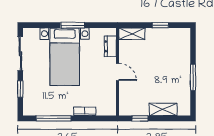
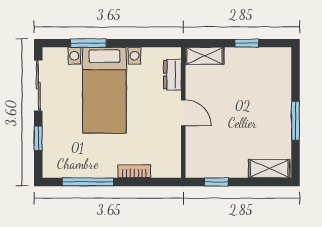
window: (73, 25) -> (88, 43), moved
shelving: (163, 109) -> (269, 169), moved

